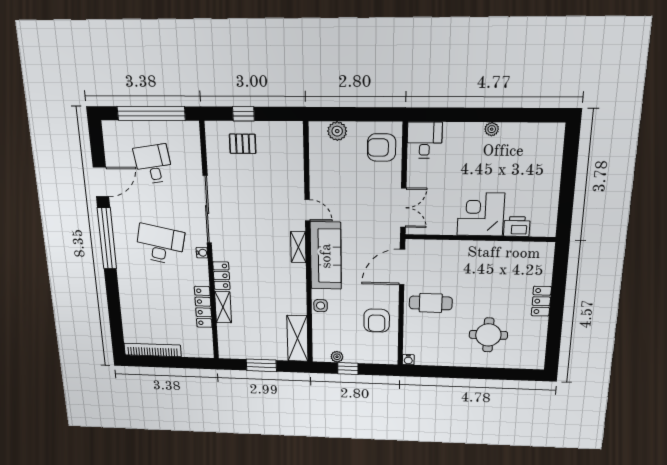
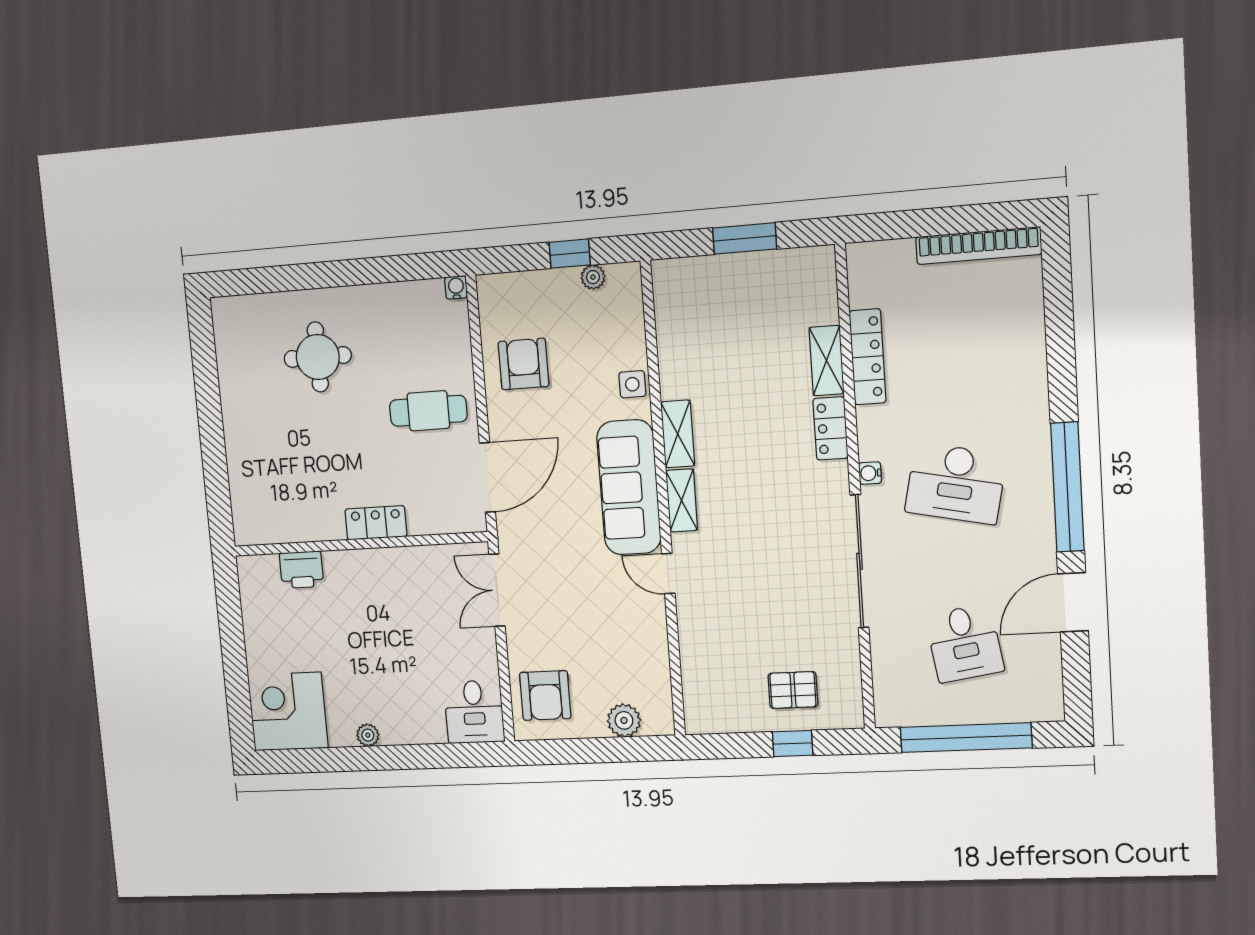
armchair: (382, 148) -> (545, 696), turned 90
corner desk: (481, 214) -> (288, 711), moved, turned 180
locker: (541, 301) -> (376, 523), moved, turned -90
shelving: (297, 338) -> (678, 434), moved, width x0.67, depth x0.75

